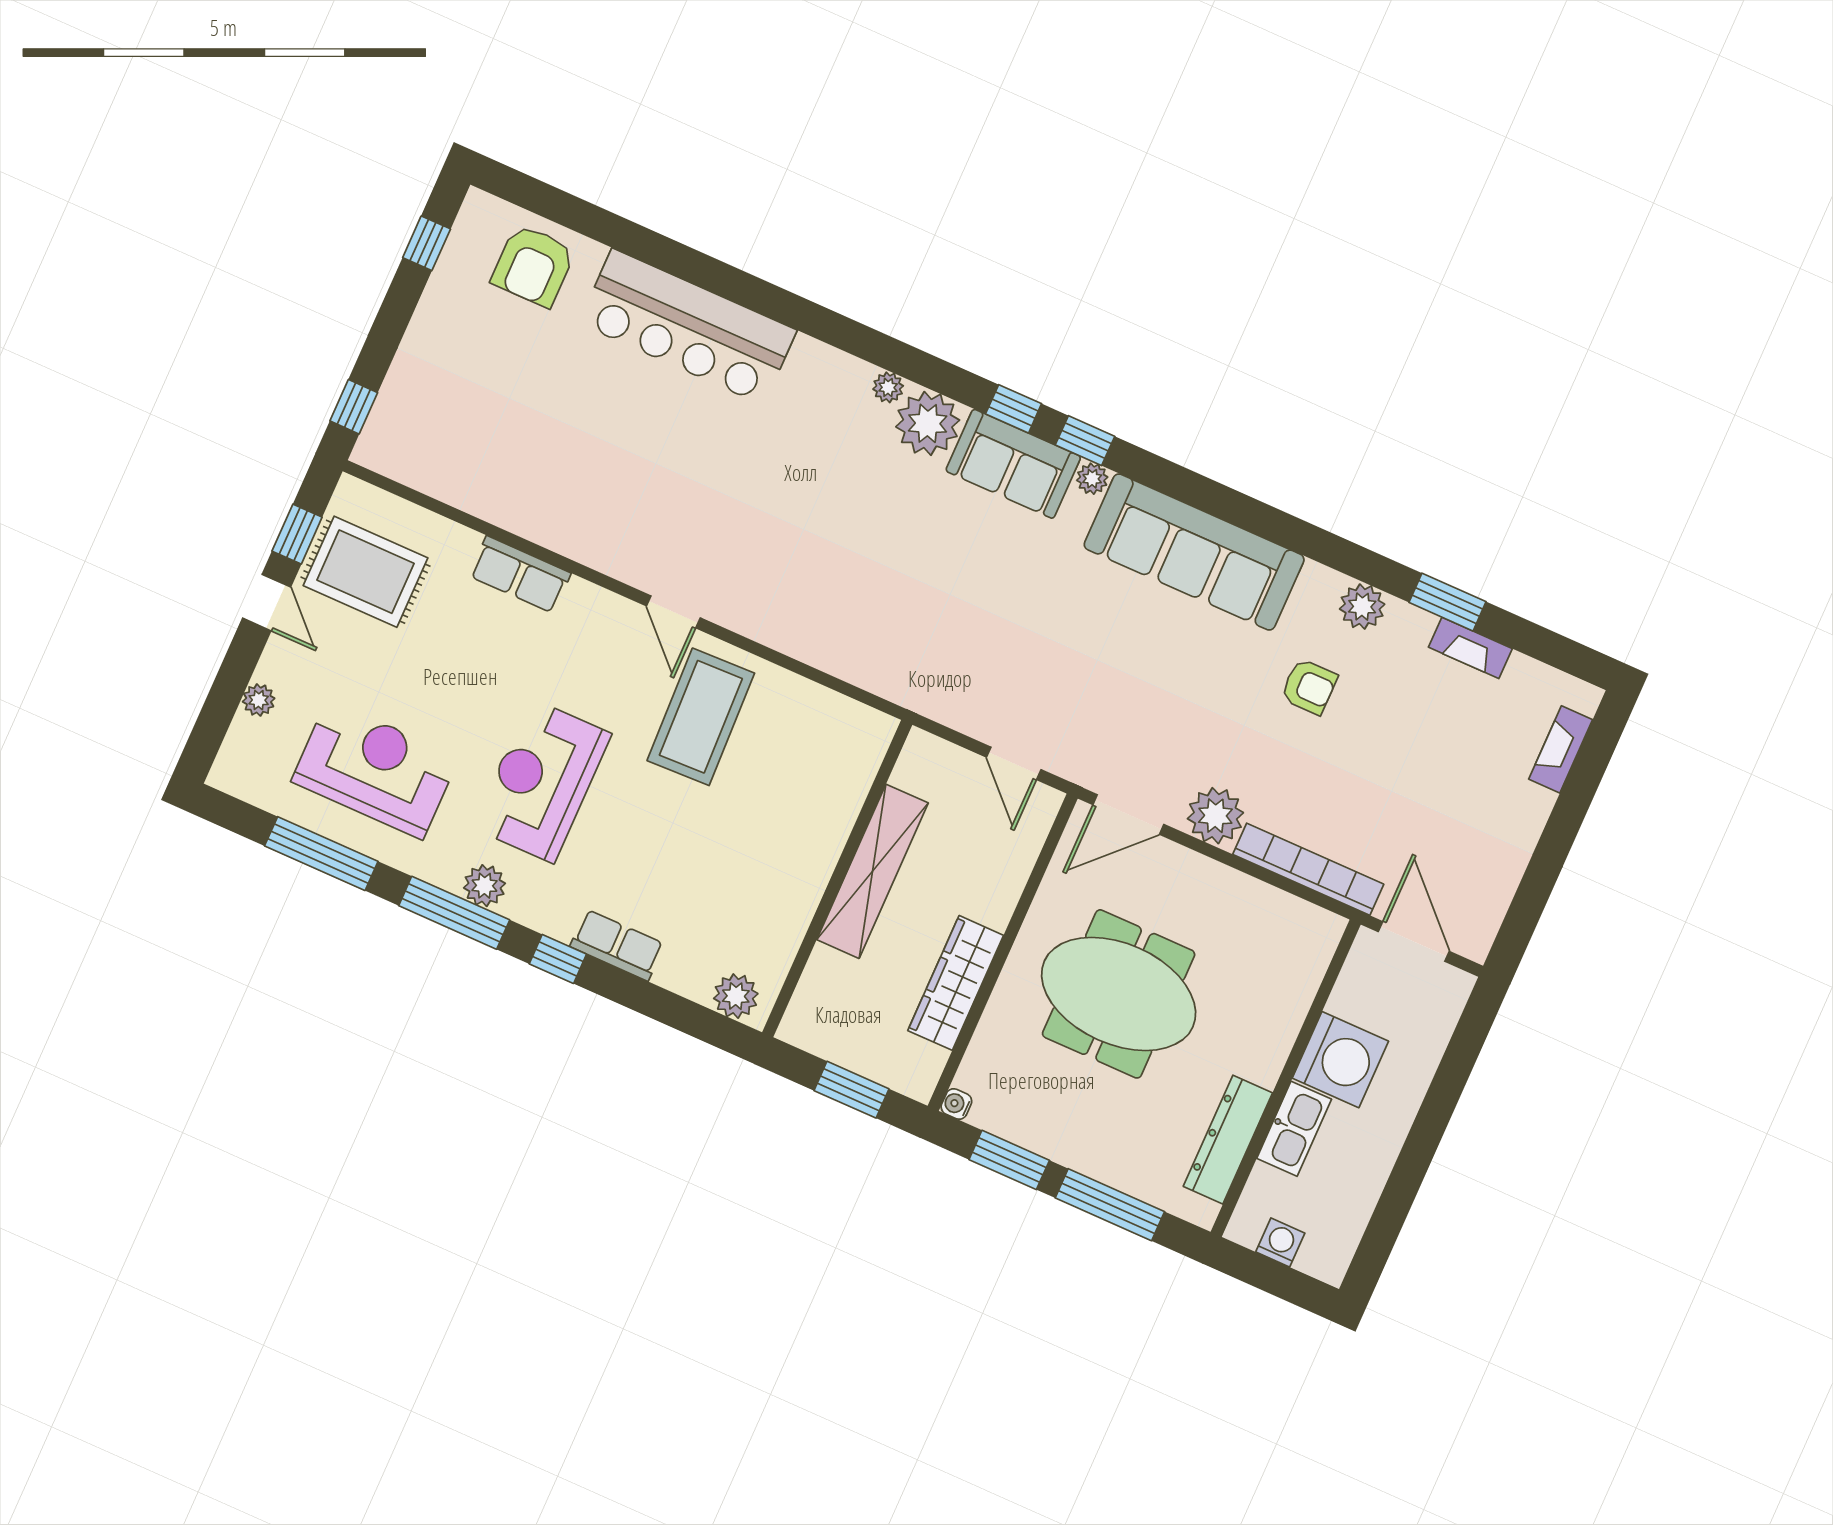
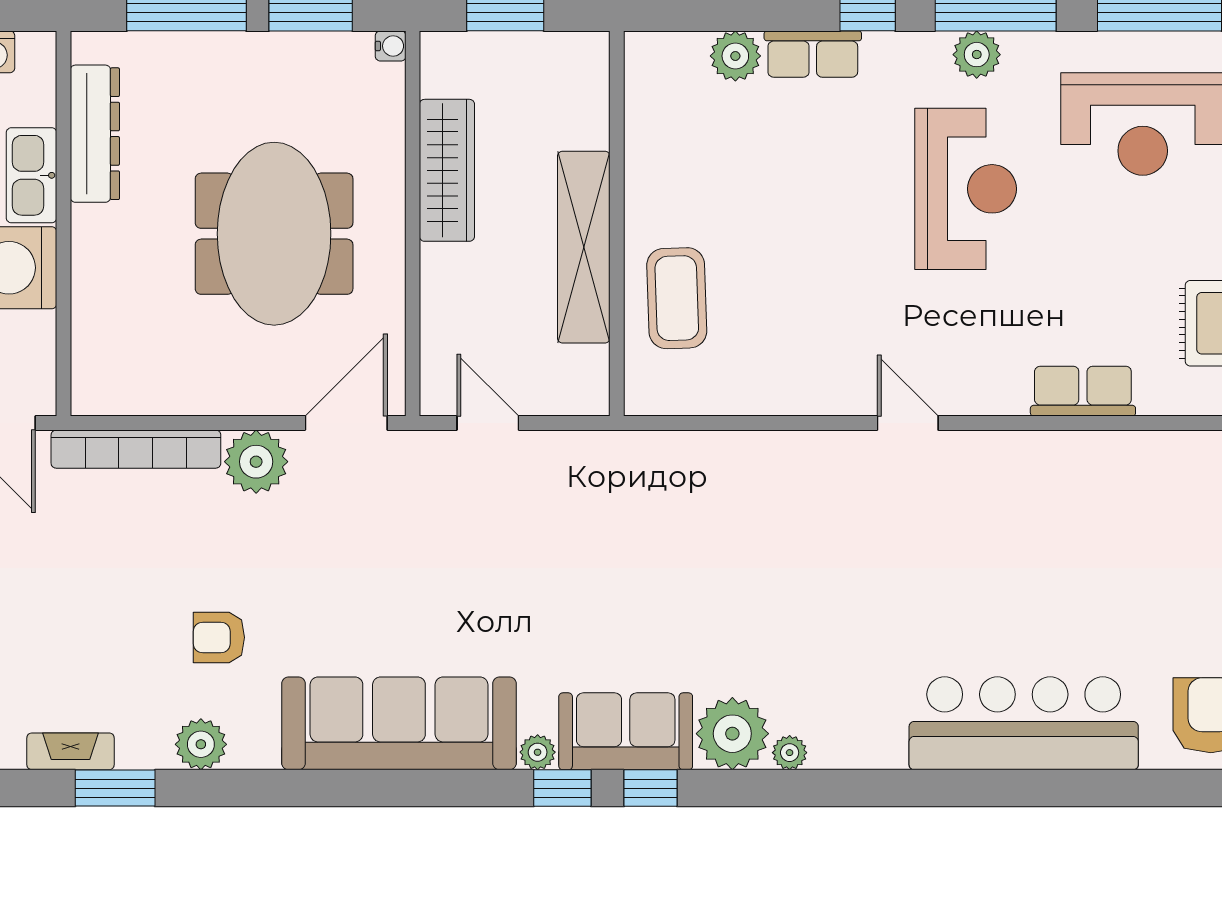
coffee table: (701, 717) -> (677, 298), moved, width x0.73, depth x0.76
meeting table: (1119, 994) -> (274, 234), turned 90
plant: (736, 996) -> (735, 56), moved

